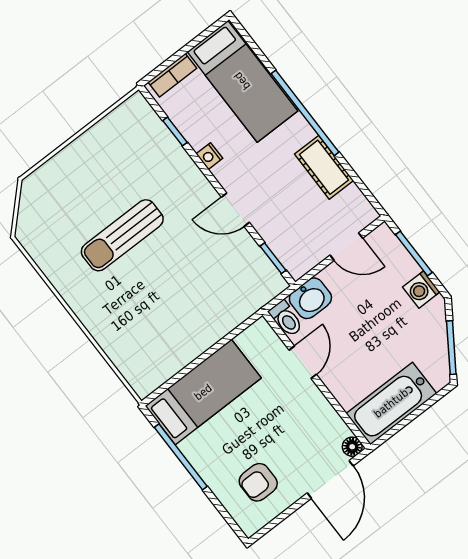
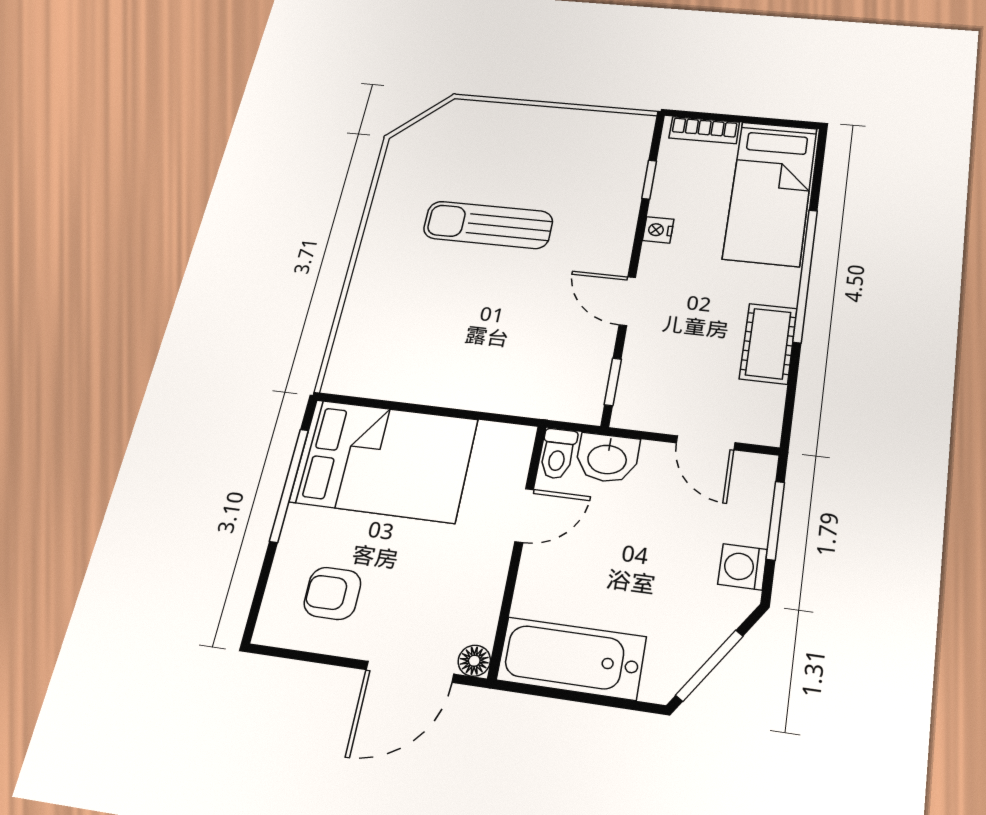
bed: (203, 392) -> (384, 461), width x1.50

